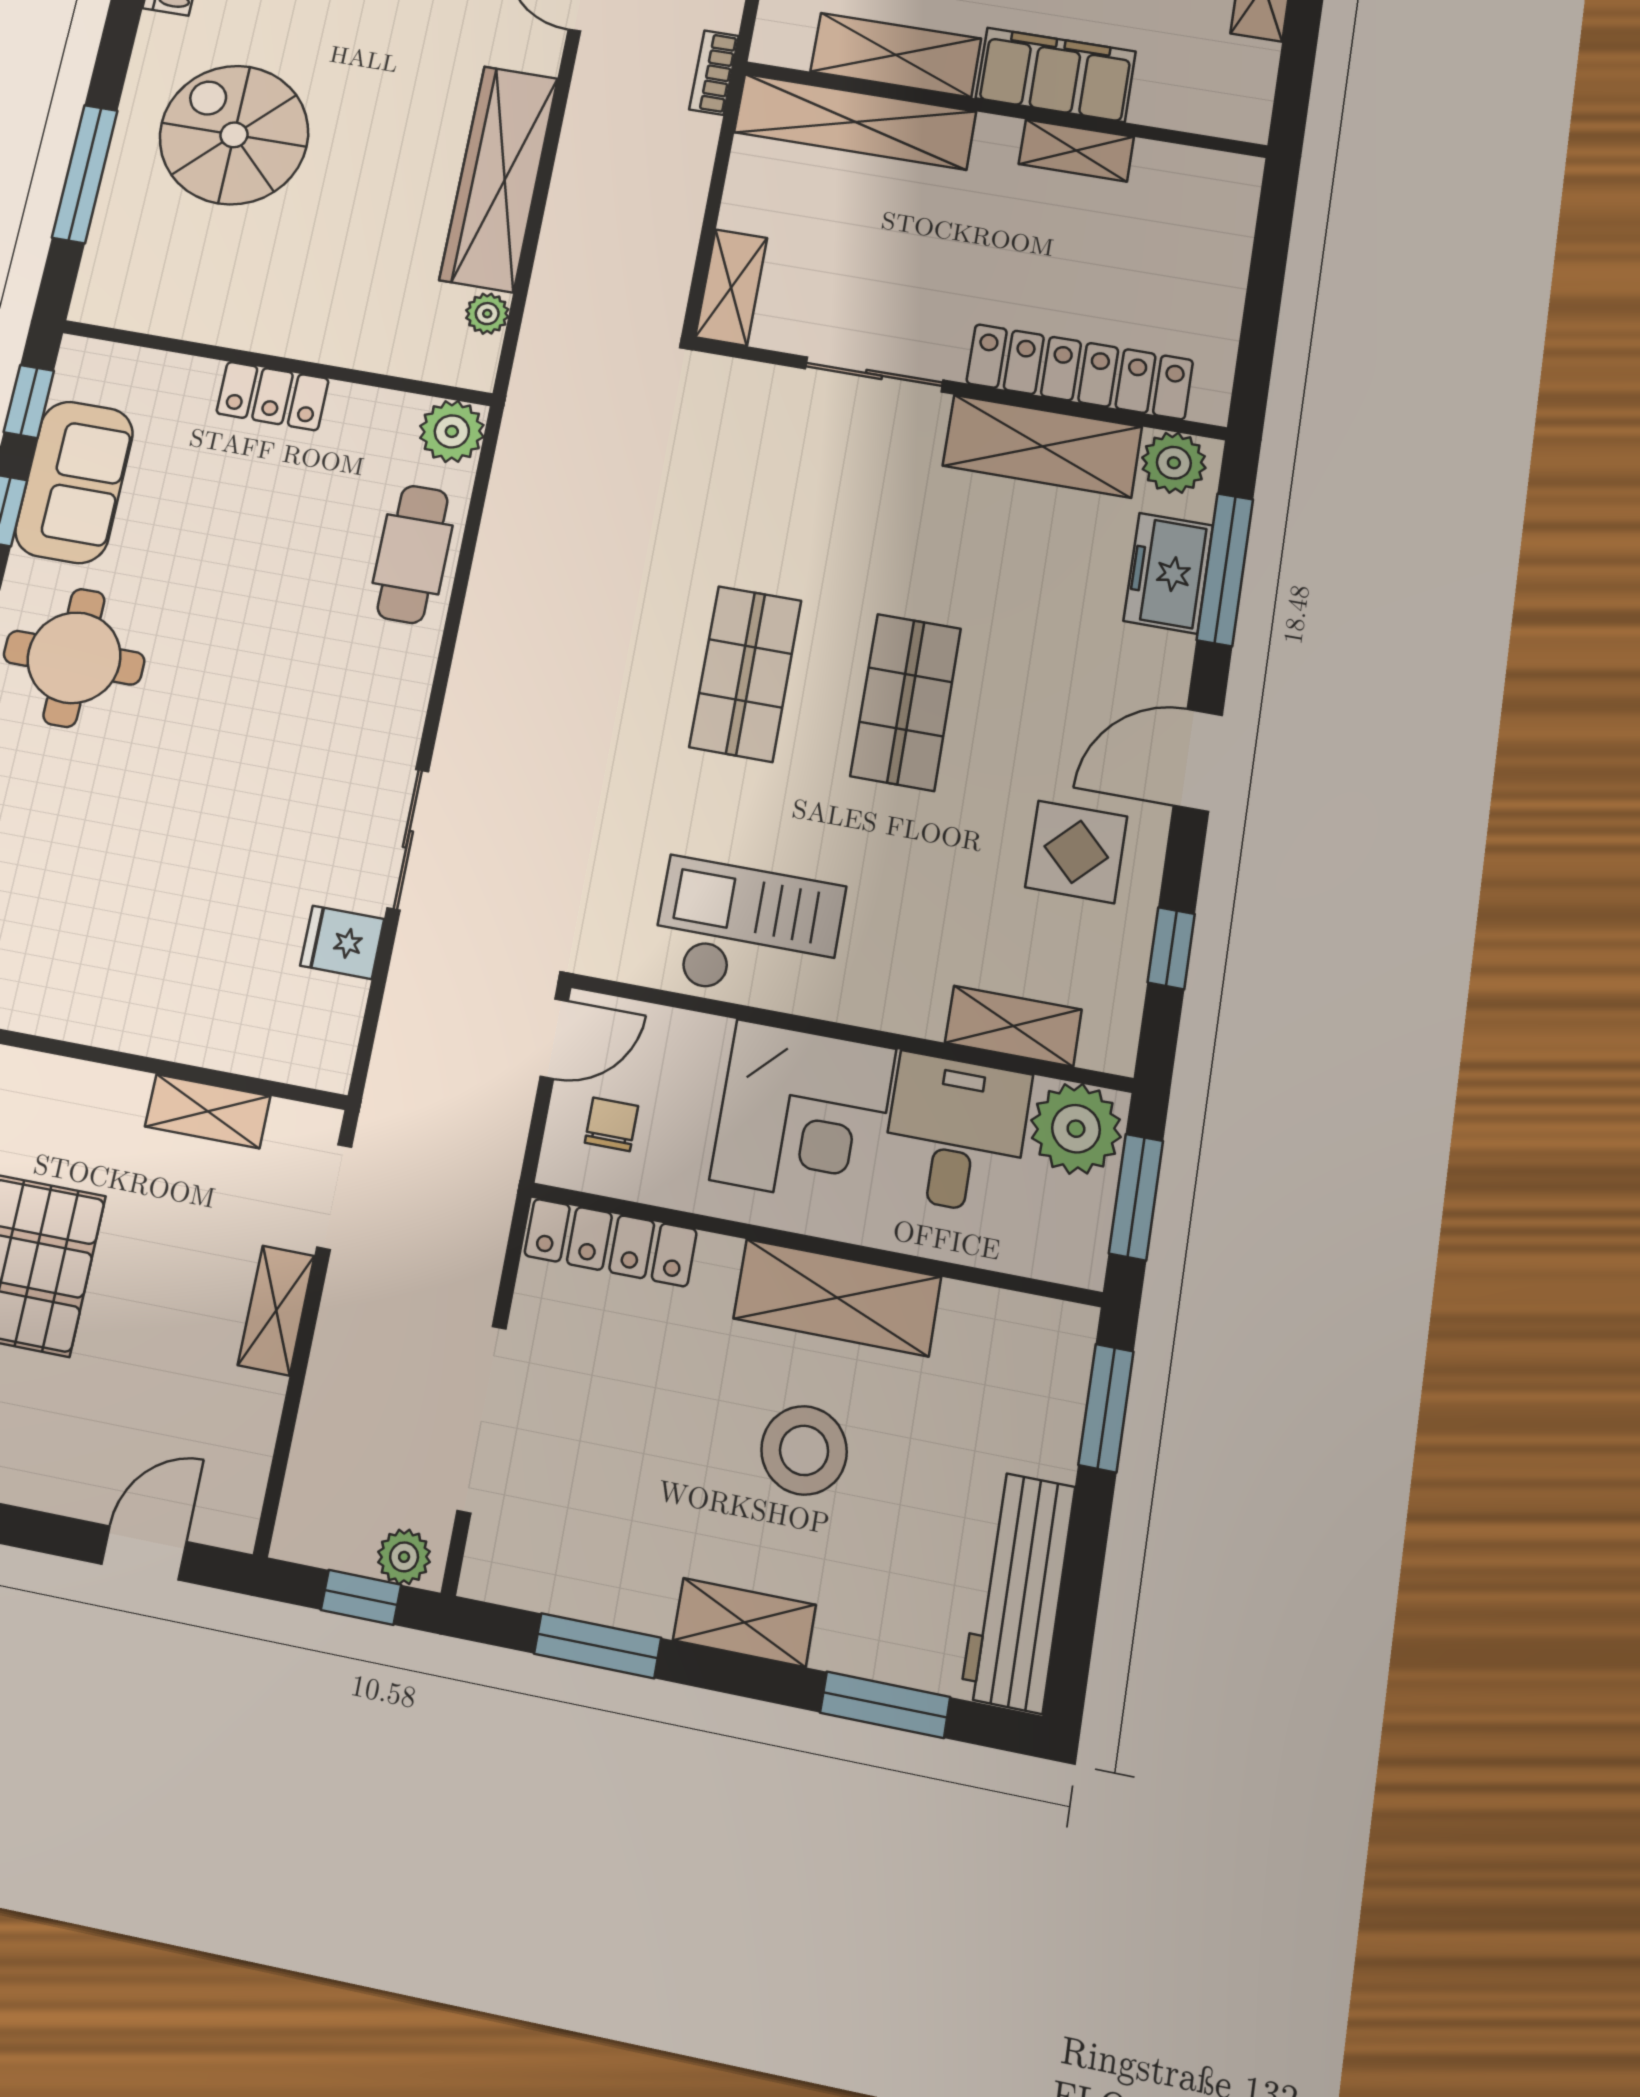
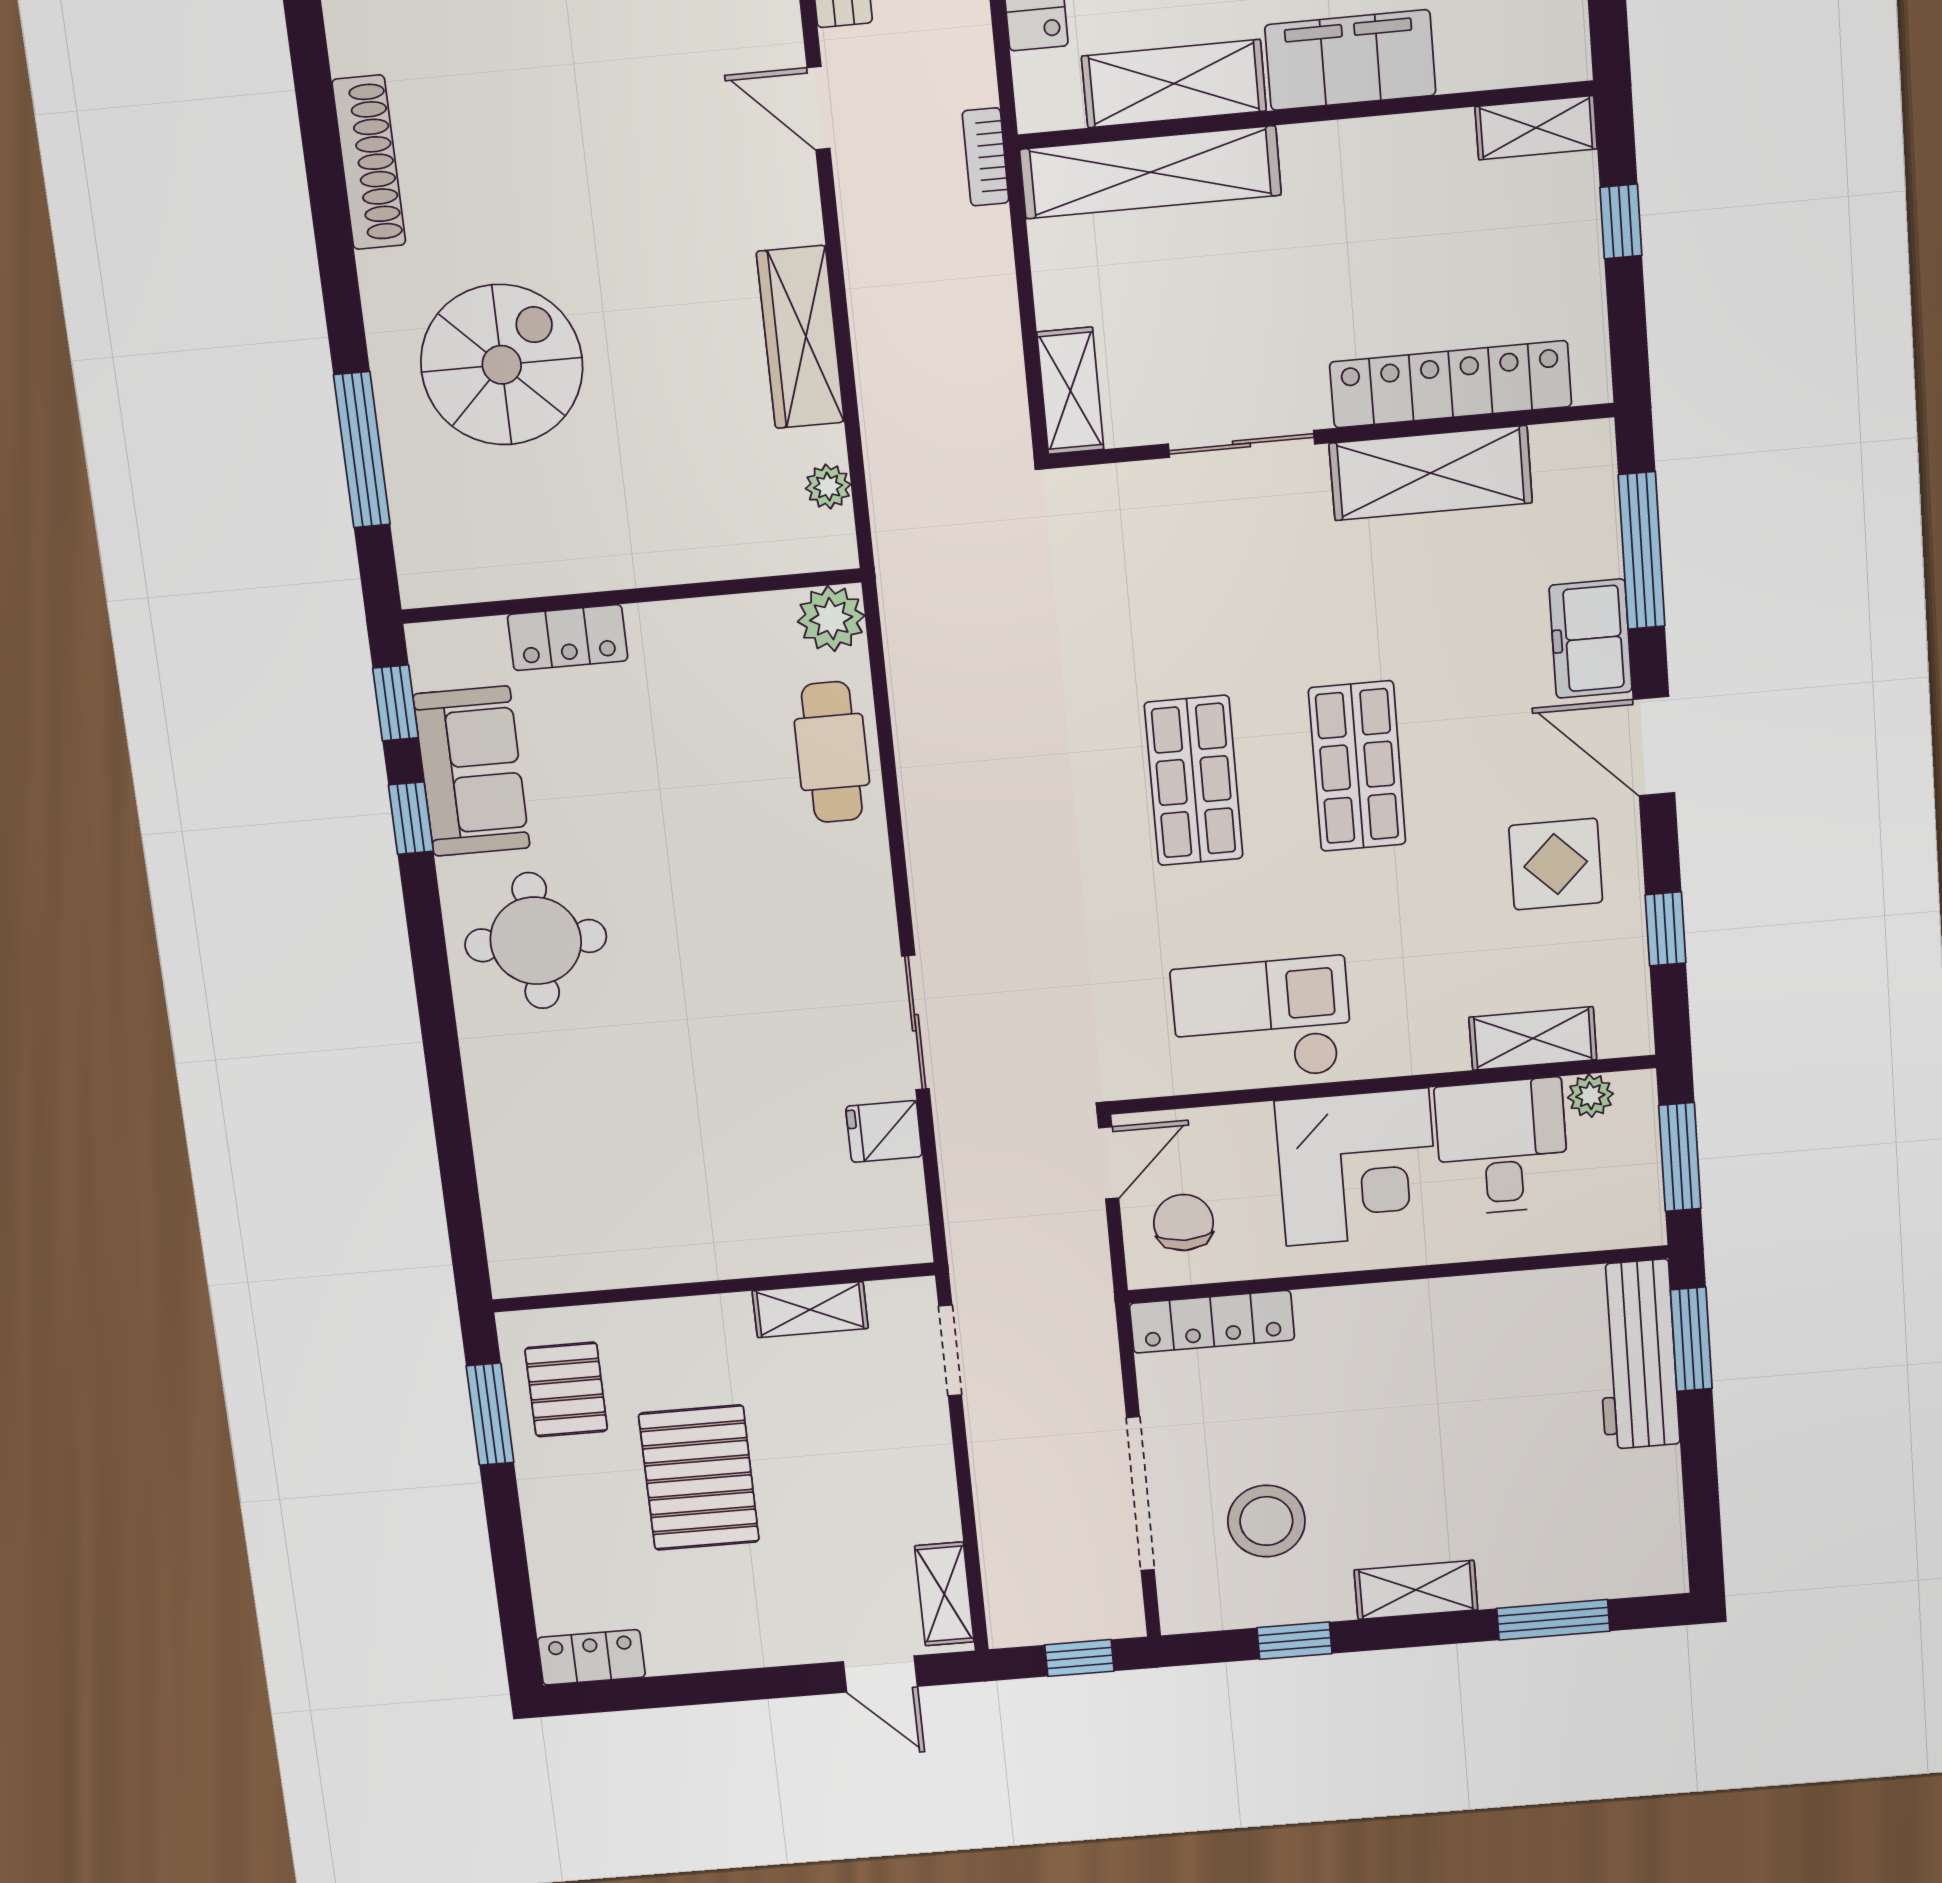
spiral stairs: (234, 135) -> (502, 365), turned 90
shelving: (1076, 150) -> (1536, 128), moved
wardrobe: (499, 179) -> (800, 337), width x0.71, depth x0.85
window: (1267, 270) -> (1621, 221), added
locker: (273, 396) -> (568, 638), moved
plant: (1174, 463) -> (1567, 454), removed
freezer: (1168, 573) -> (1591, 639), moved
door: (1198, 760) -> (1654, 746), hinge flipped
chair: (611, 1124) -> (1183, 1223), width x1.37, depth x1.37
plant: (1076, 1129) -> (1590, 1096), width x0.53, depth x0.53
shelving: (837, 1298) -> (1429, 1313), removed
shelving: (276, 1310) -> (944, 1594), moved
stool: (804, 1450) -> (1266, 1521), moved
door: (144, 1553) -> (880, 1674), swing flipped
plant: (404, 1557) -> (1107, 1618), removed
workbench: (1018, 1591) -> (1637, 1355), moved
window: (598, 1646) -> (1294, 1641), width x0.67

